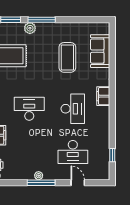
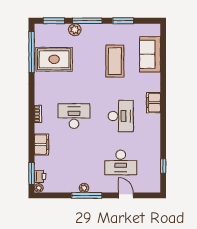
window: (75, 20) -> (123, 21), added

